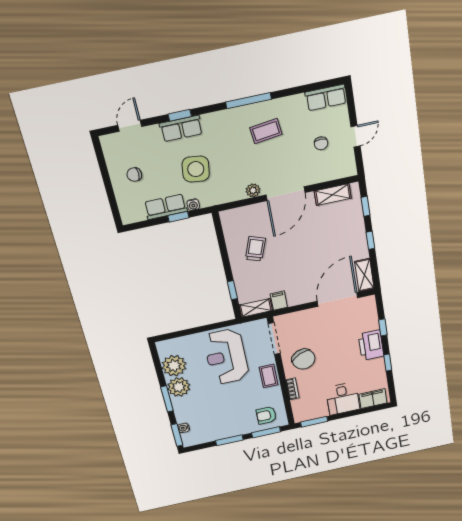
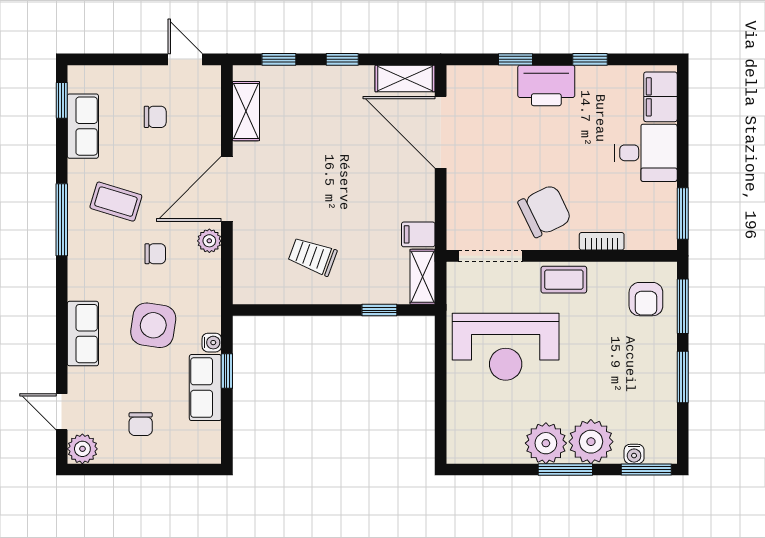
row of seats: (326, 98) -> (83, 126), moved
window: (180, 115) -> (62, 100), moved
coffee table: (266, 131) -> (116, 202), turned -66
door: (356, 136) -> (185, 59), moved
plant: (110, 143) -> (82, 449), added
chair: (239, 161) -> (155, 254), added
door: (286, 194) -> (227, 189), swing flipped
plant: (174, 366) -> (591, 442), moved

